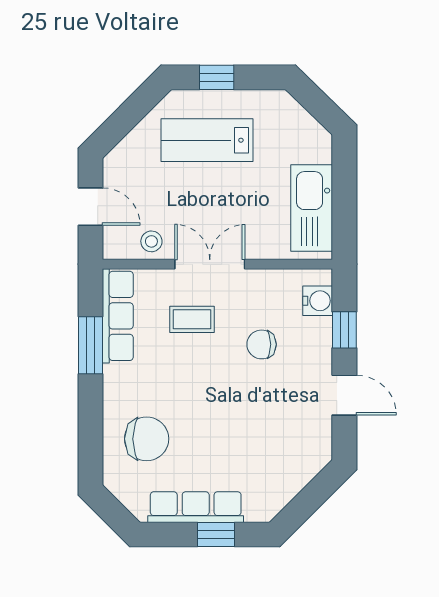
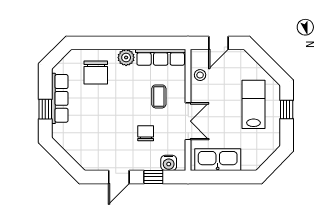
double door: (210, 264) -> (188, 121), moved
window: (91, 345) -> (145, 43), removed
plant: (118, 381) -> (126, 57), added

